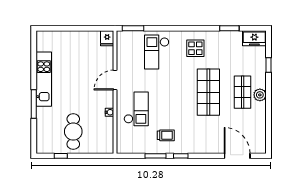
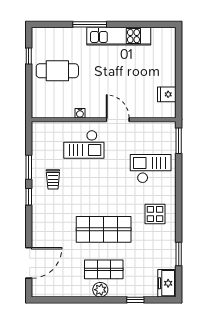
fridge: (107, 38) -> (167, 94), moved

